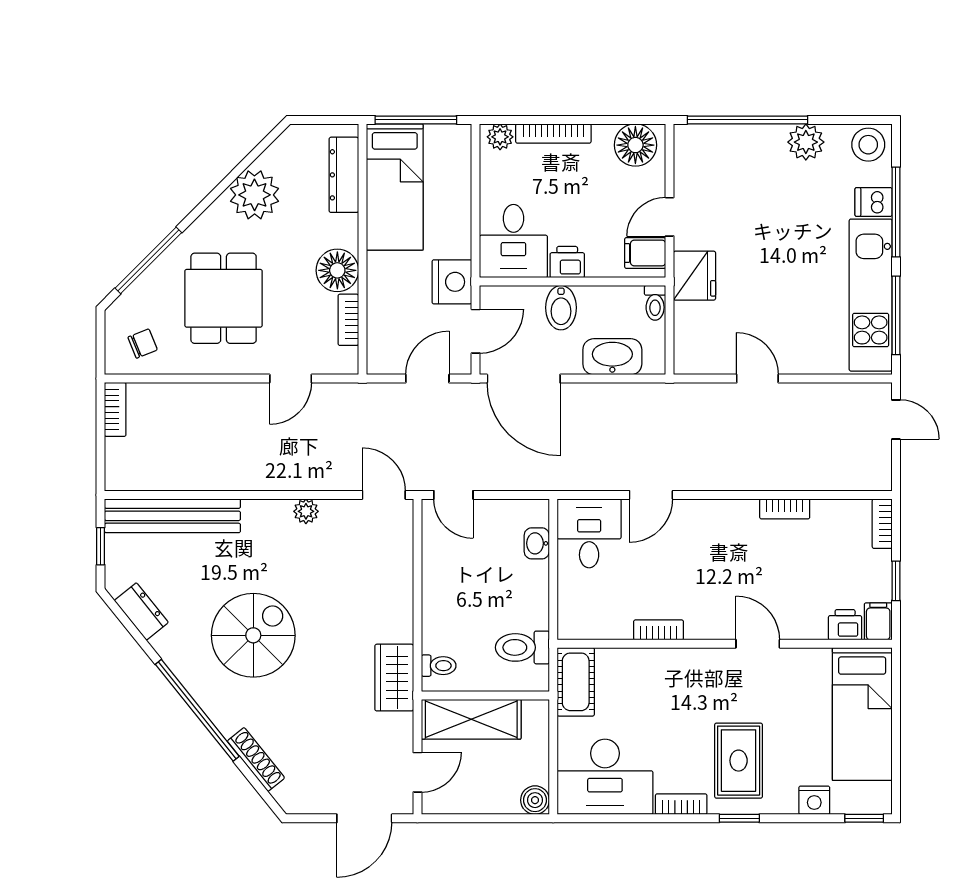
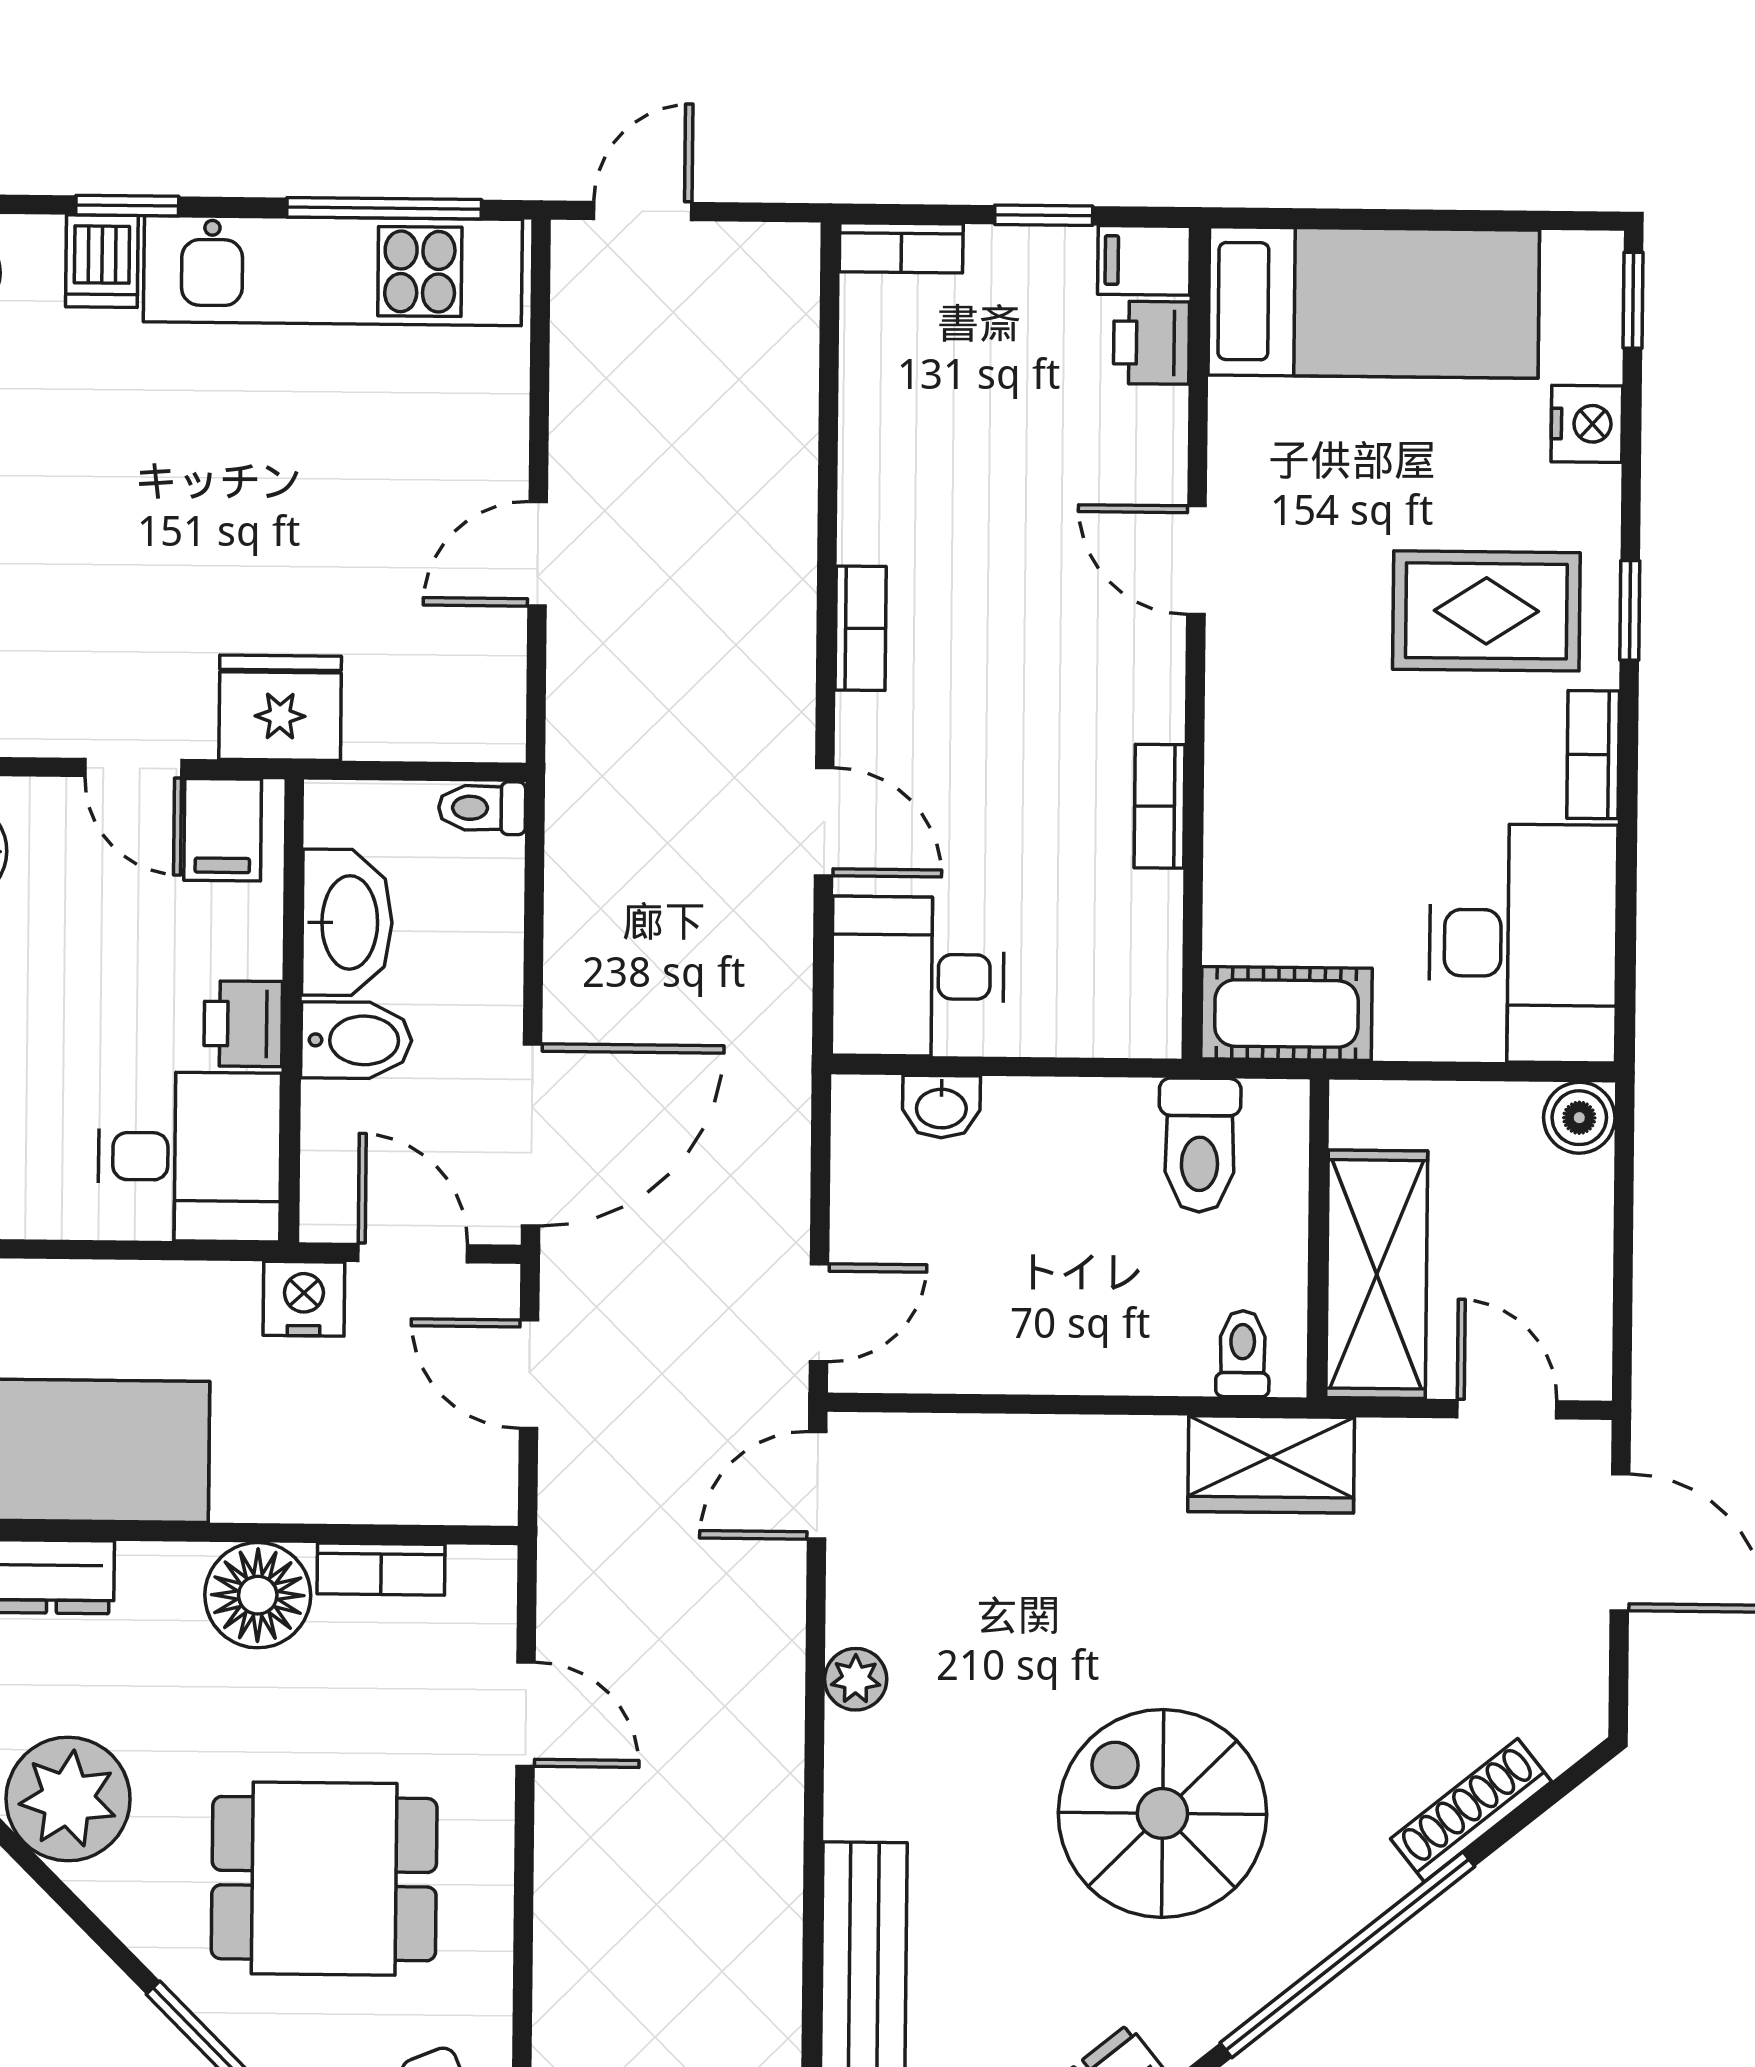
window: (896, 212) -> (127, 206), width x0.46
nightstand: (452, 282) -> (304, 1299), width x0.74, depth x0.75
toilet: (655, 303) -> (482, 808), moved, turned 180
washbasin: (612, 357) -> (347, 922), moved, turned 180
bookcase: (785, 509) -> (861, 628), moved
door: (758, 644) -> (1196, 560), hinge flipped

